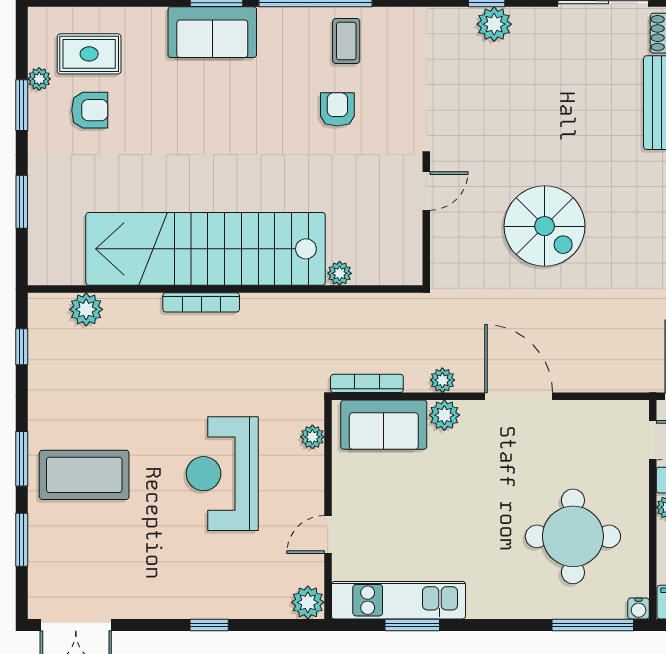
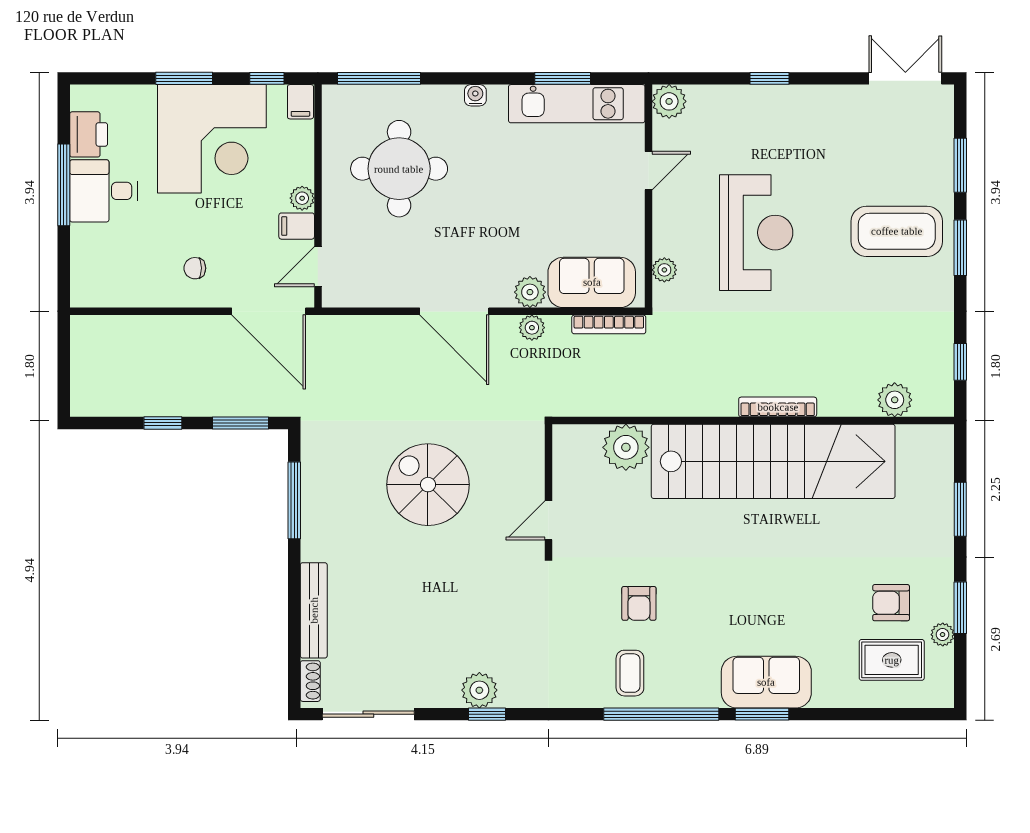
plant: (340, 273) -> (626, 447), width x1.87, depth x1.87
water cooler: (639, 608) -> (475, 95), moved

